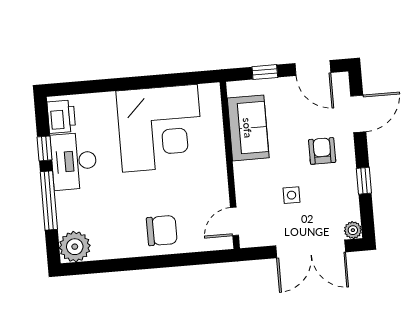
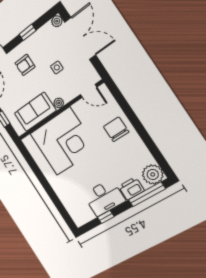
printer: (61, 117) -> (131, 188), moved
corner desk: (160, 128) -> (63, 141), moved, turned 90
plant: (242, 170) -> (59, 103), added
window: (49, 200) -> (147, 194), moved

